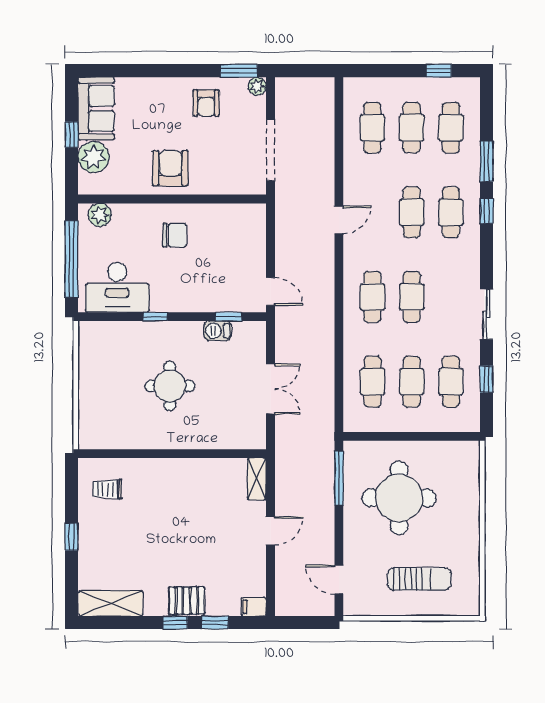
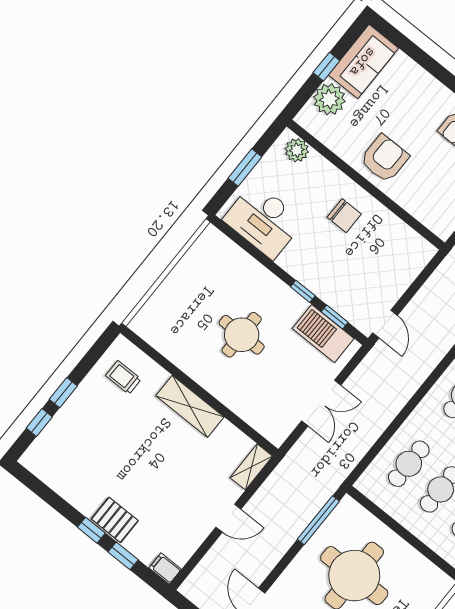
window: (72, 259) -> (245, 168), width x0.47
window: (155, 317) -> (303, 291), moved
barbecue: (218, 331) -> (323, 334), width x1.88, depth x1.53
window: (72, 573) -> (39, 422), added
shelving: (111, 603) -> (190, 406), moved

